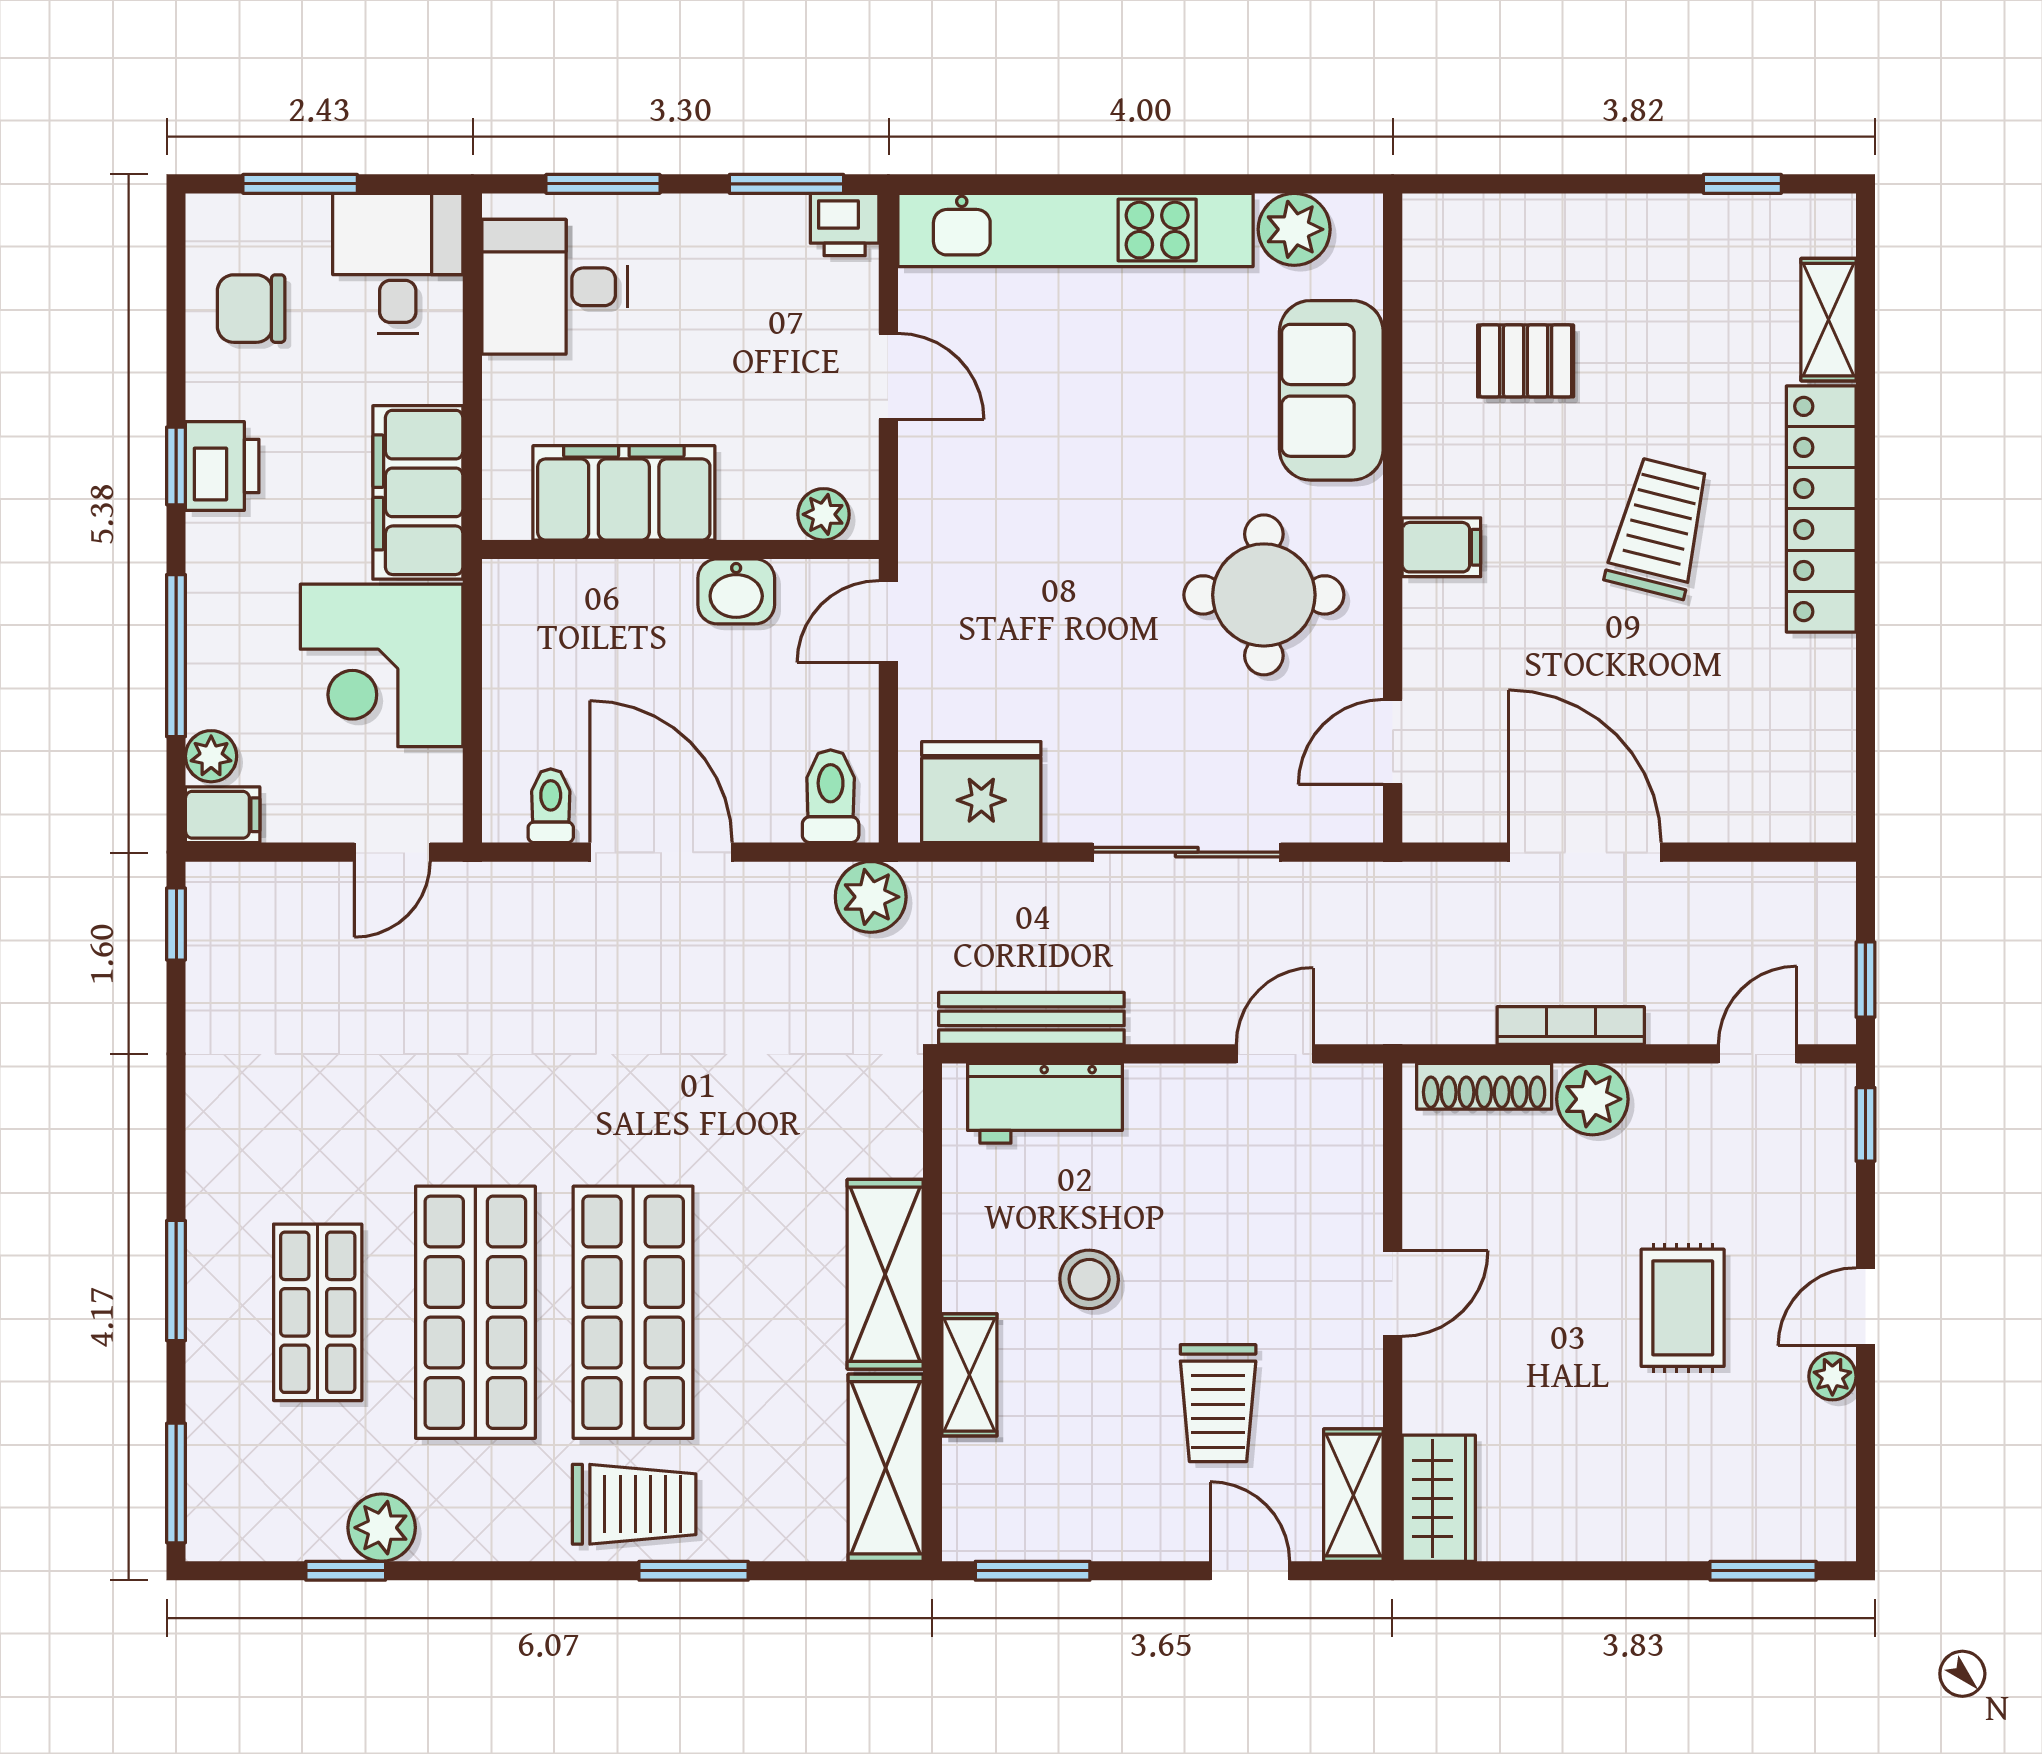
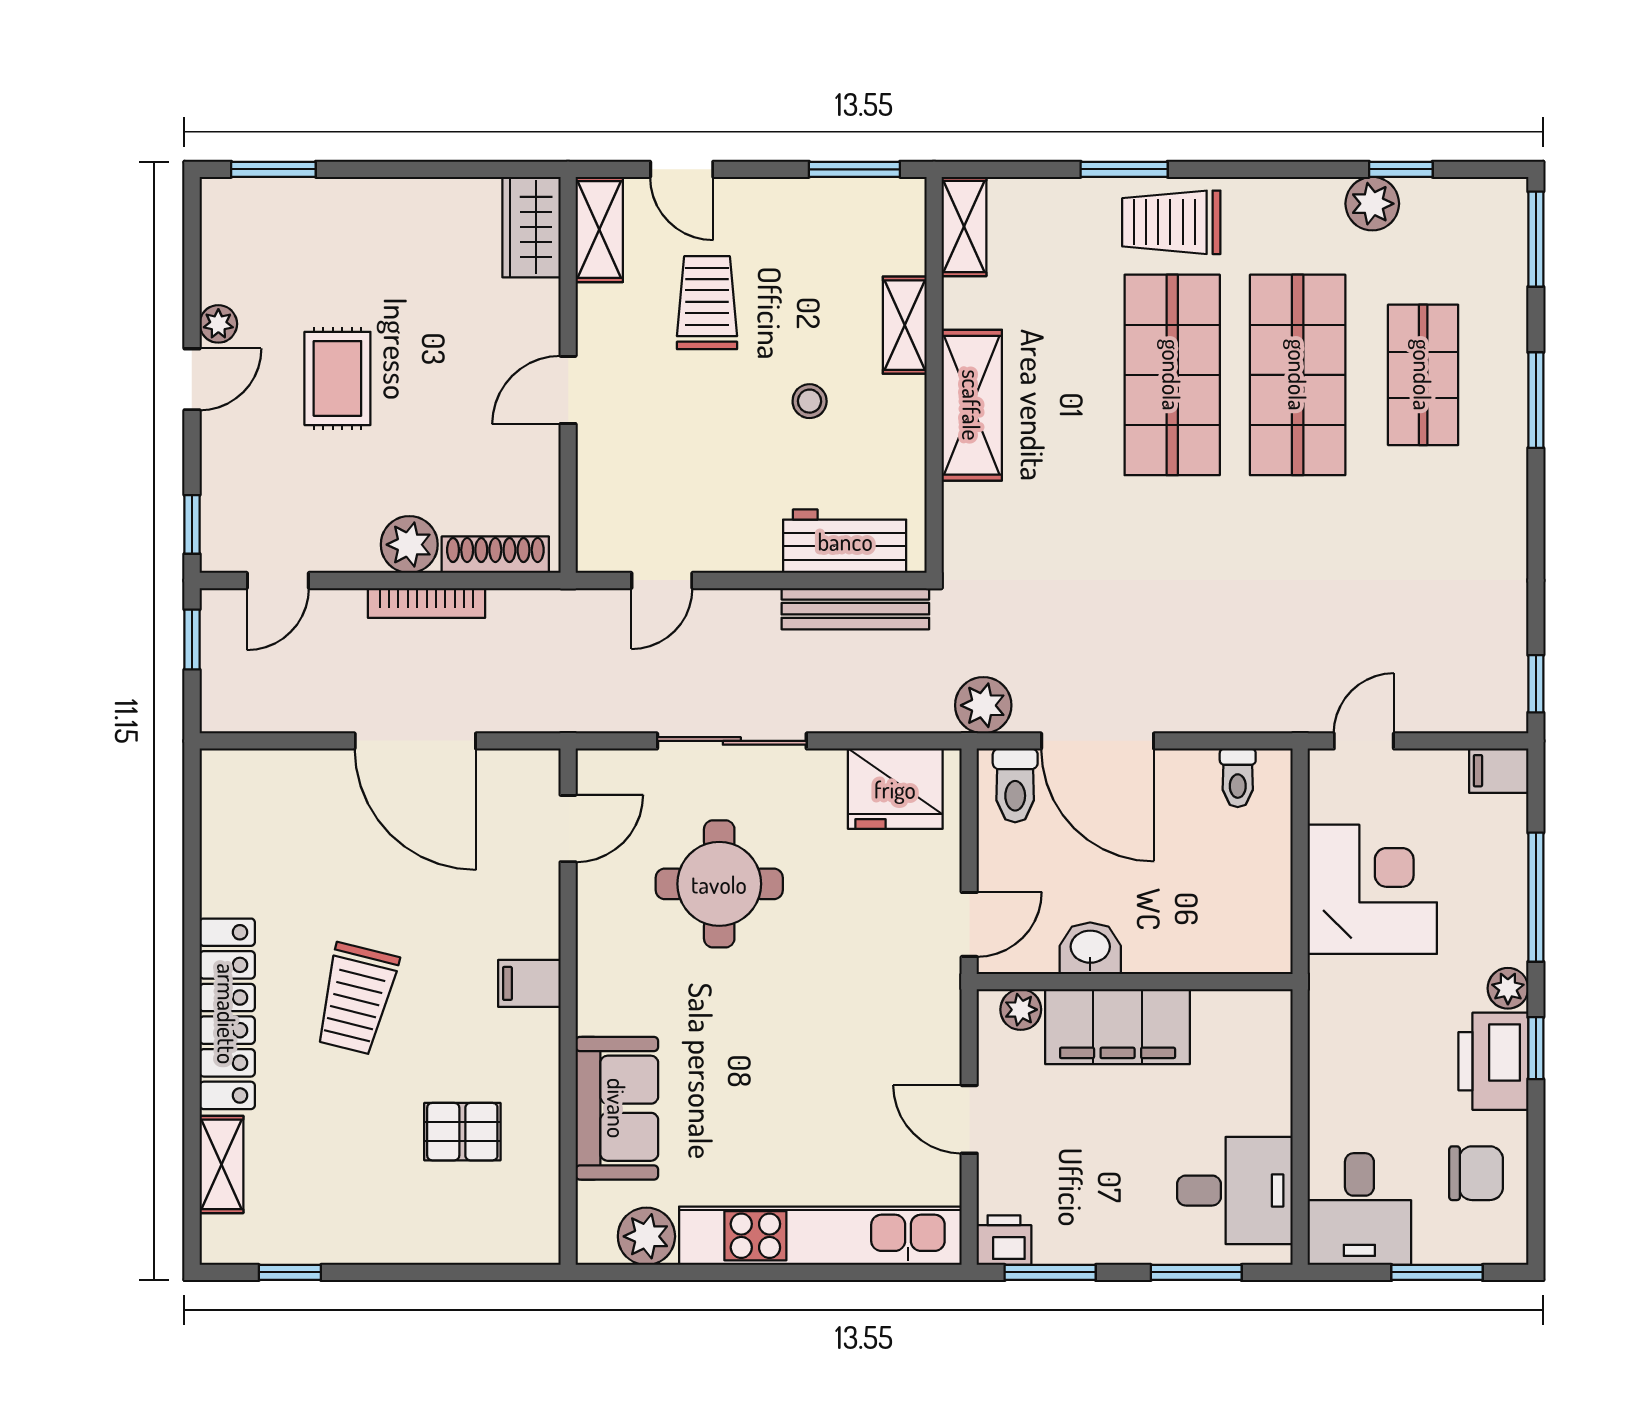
printer: (222, 466) -> (1493, 1061), width x1.37, depth x1.19
filing cabinet: (418, 492) -> (1343, 1027), removed
filing cabinet: (624, 493) -> (1118, 1027), moved
round table: (1264, 595) -> (719, 884), moved
plant: (211, 756) -> (1508, 988), moved
door: (661, 852) -> (1098, 741), moved
stool: (1089, 1279) -> (810, 401), width x0.73, depth x0.73
shelving: (886, 1468) -> (964, 226), width x0.67, depth x0.75

